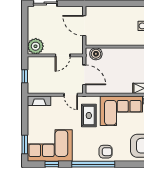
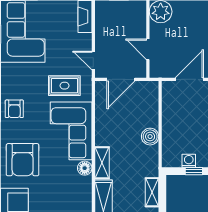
boiler: (96, 54) -> (150, 137), moved
door: (71, 95) -> (93, 61), hinge flipped

